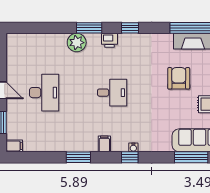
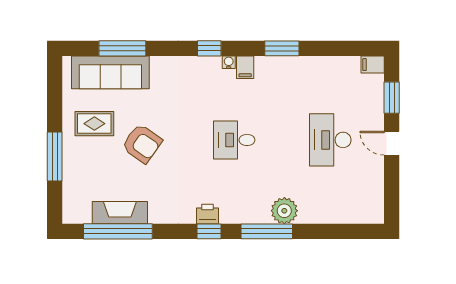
window: (89, 28) -> (267, 231), width x1.44
printer: (110, 40) -> (208, 214), moved
armchair: (179, 78) -> (142, 144), moved, turned -55
water cooler: (133, 147) -> (229, 62), moved

